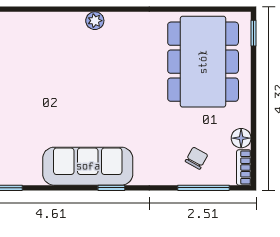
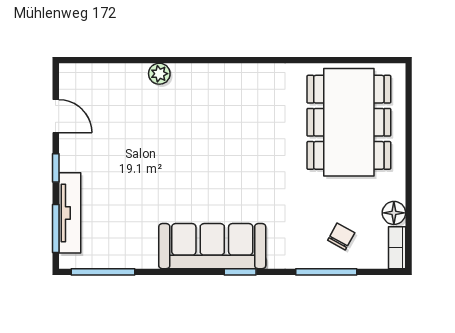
plant: (95, 21) -> (159, 74), moved
window: (253, 33) -> (409, 88), removed
window: (204, 188) -> (326, 272), moved

